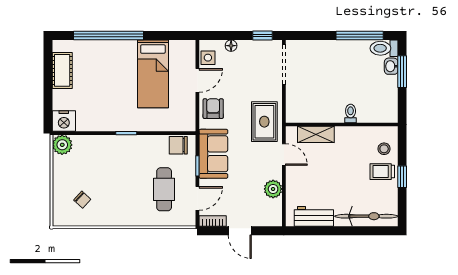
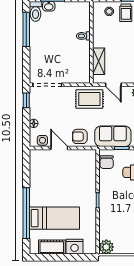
bed: (153, 74) -> (54, 218), moved
nightstand: (64, 121) -> (75, 247), moved, turned 90
door: (284, 155) -> (113, 85), swing flipped

